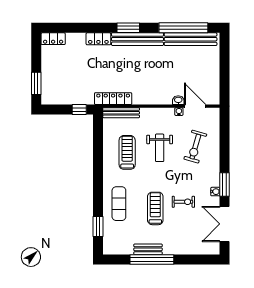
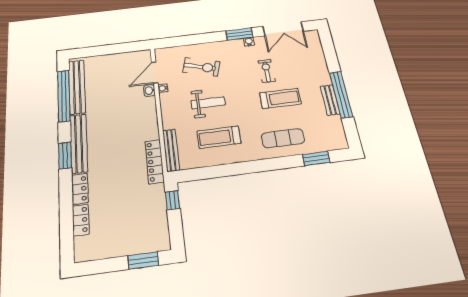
locker: (53, 39) -> (81, 220), moved
treadmill: (155, 208) -> (280, 98), turned 180

